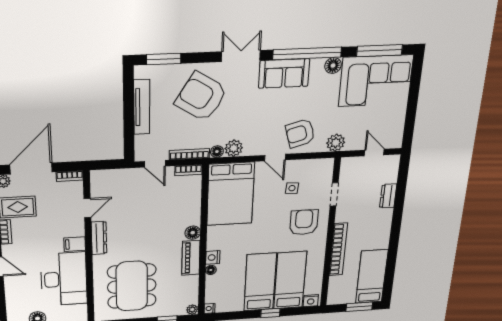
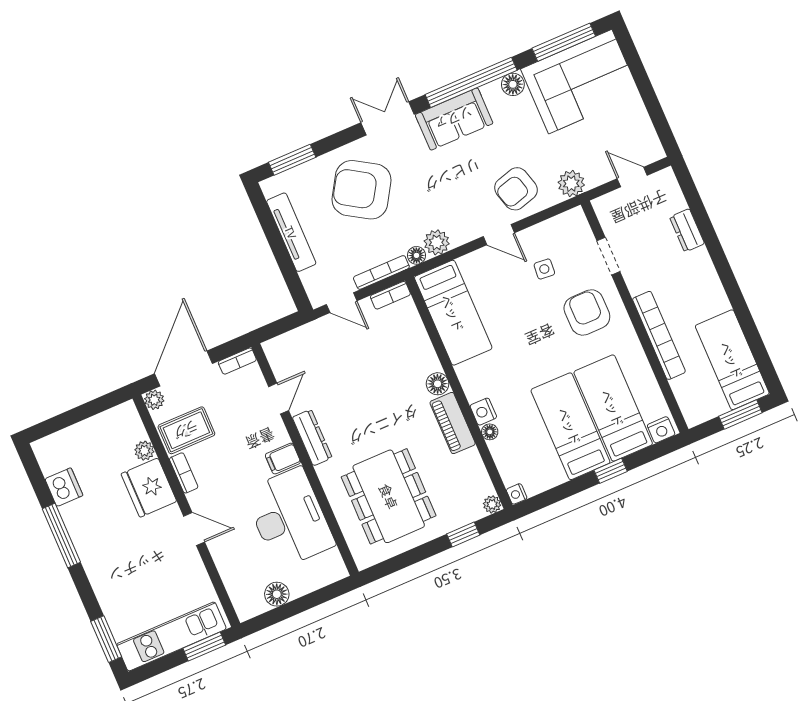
bed: (230, 194) -> (453, 313), width x0.67

